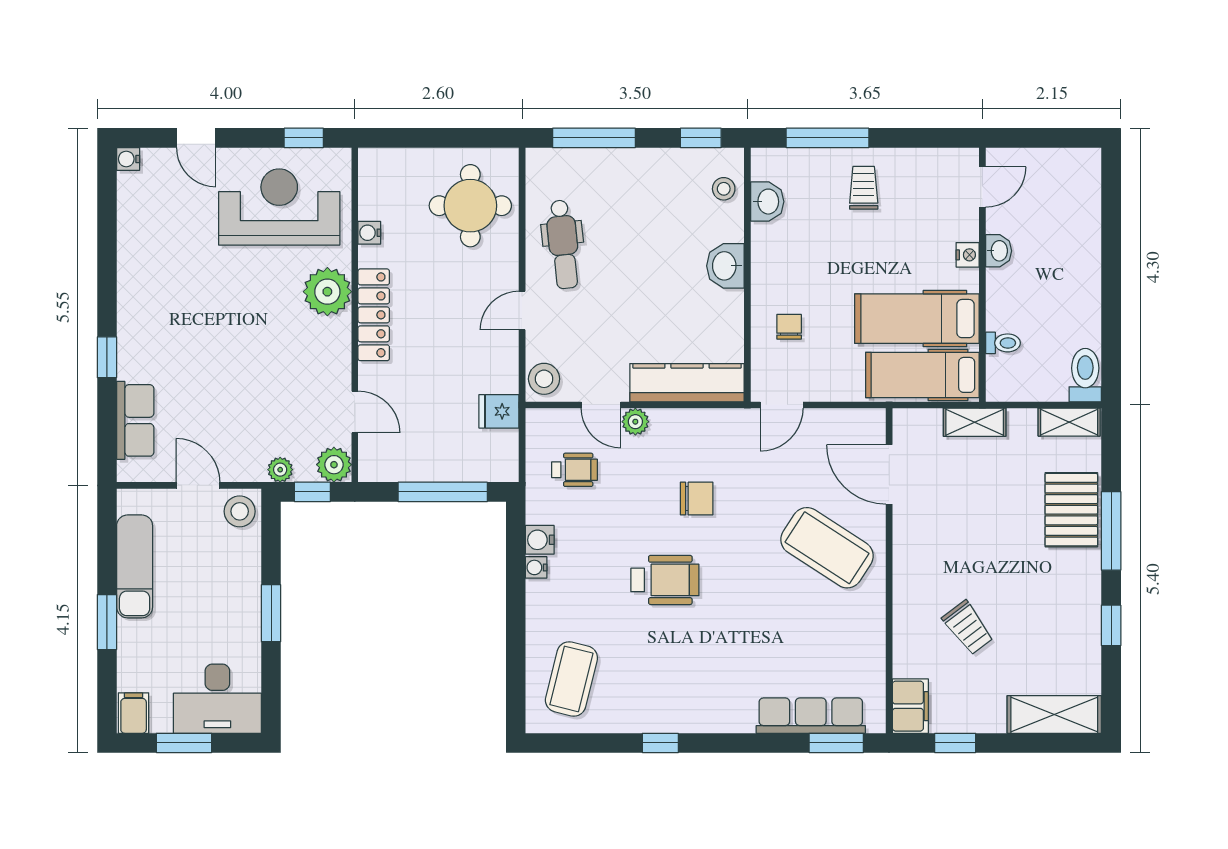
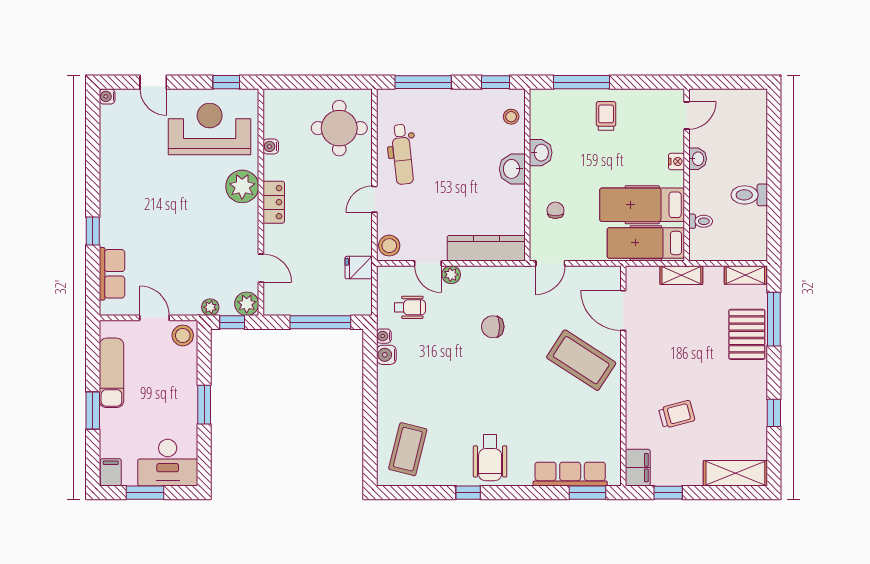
washbasin: (767, 202) -> (541, 153), moved
locker: (374, 315) -> (274, 202), width x0.66
toilet: (1085, 375) -> (749, 195), moved, turned -90
chair: (697, 498) -> (493, 327), turned 180
window: (1111, 531) -> (774, 319), moved
water cooler: (536, 567) -> (384, 336), moved
wheelchair: (665, 580) -> (490, 458), moved, turned 90
trolley: (968, 628) -> (677, 414), turned -68

